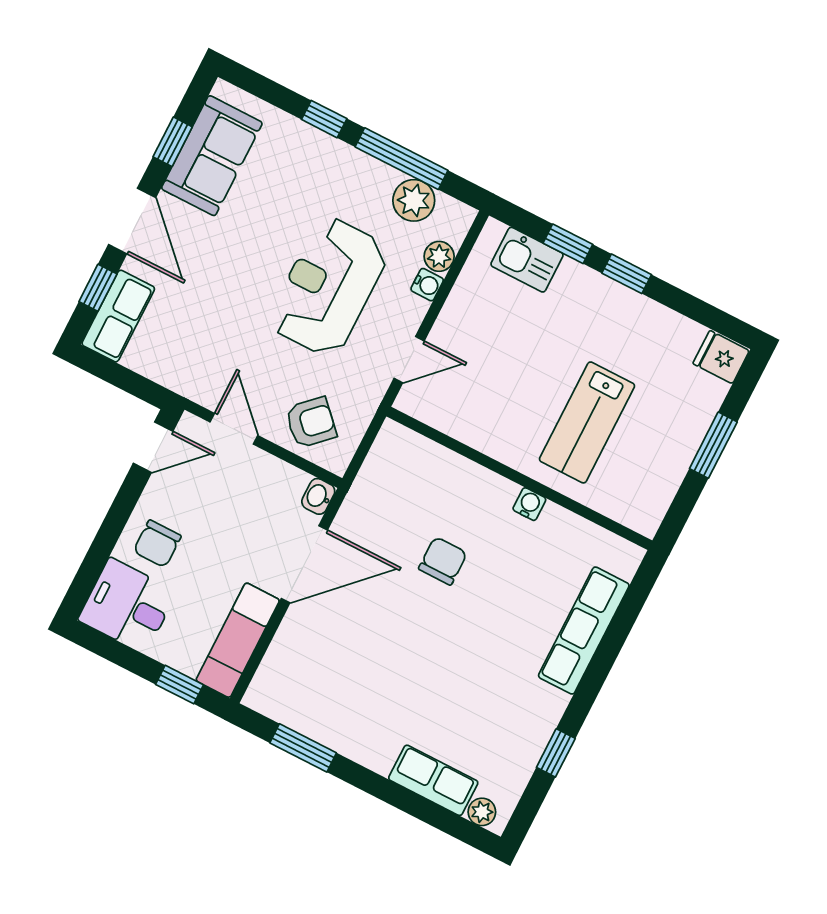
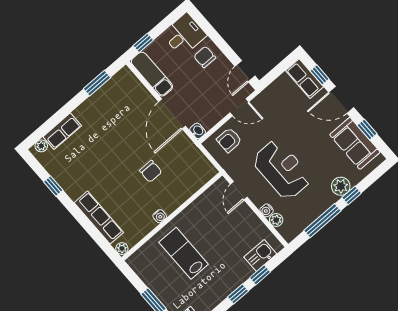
plant: (414, 200) -> (341, 186), moved
armchair: (311, 422) -> (229, 140), turned 44
plant: (629, 556) -> (122, 249), added

